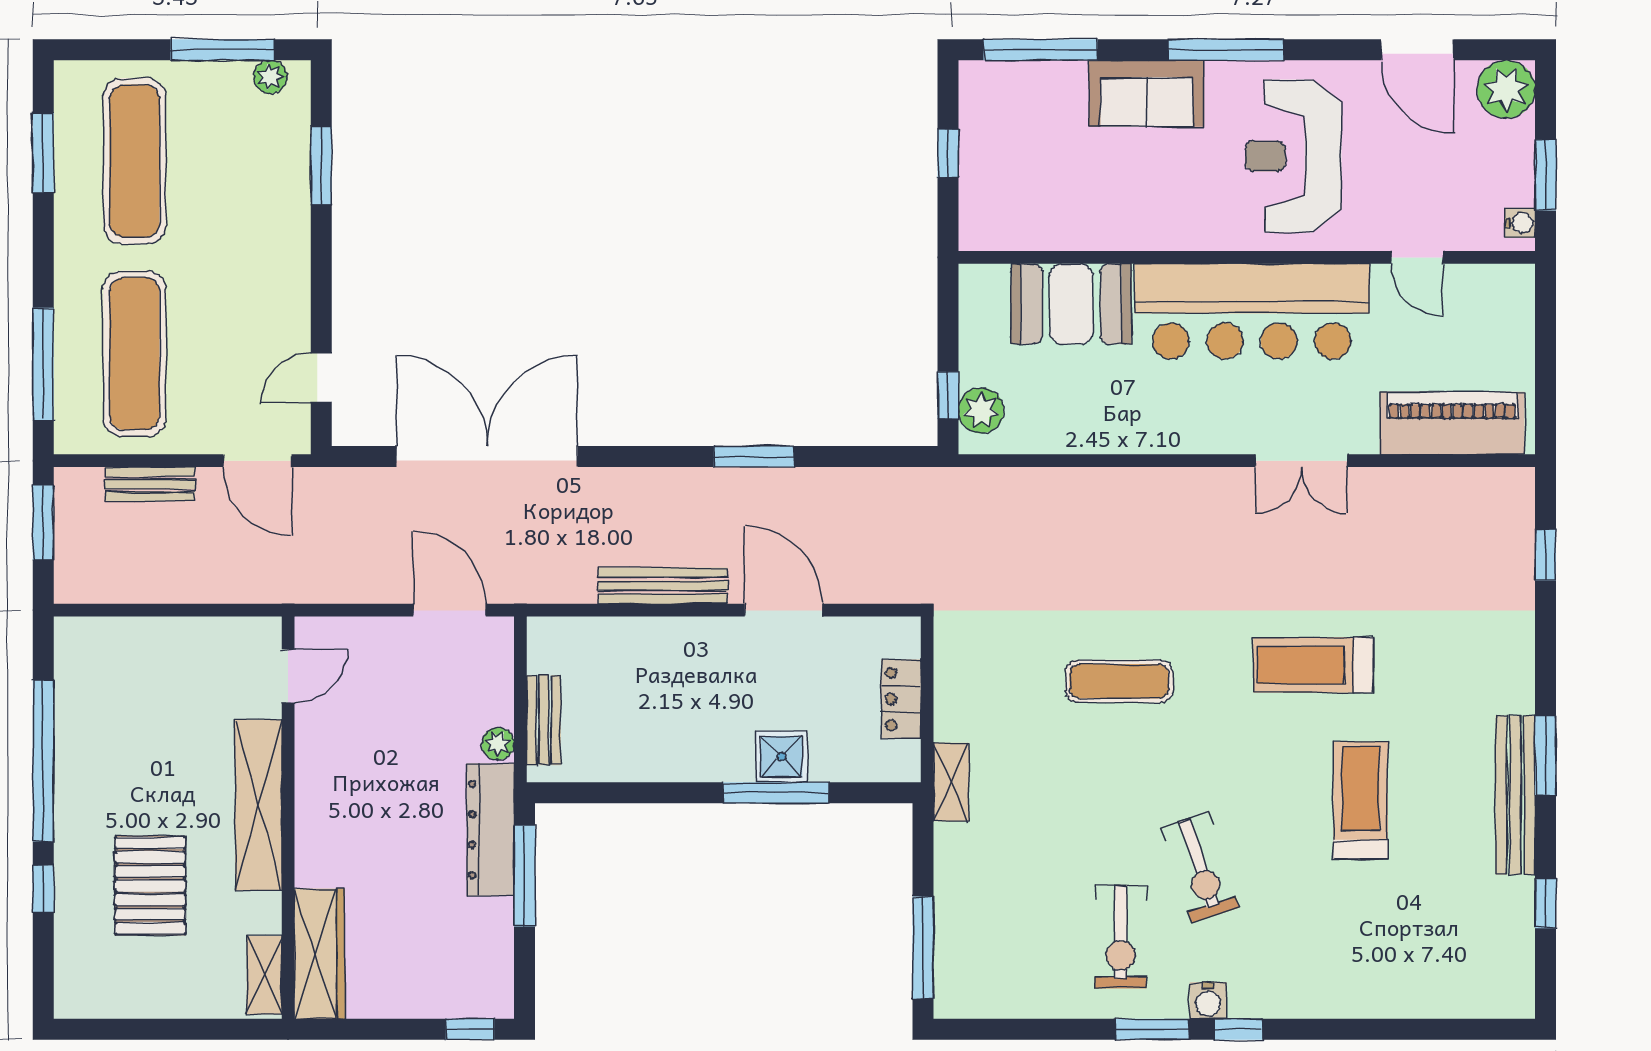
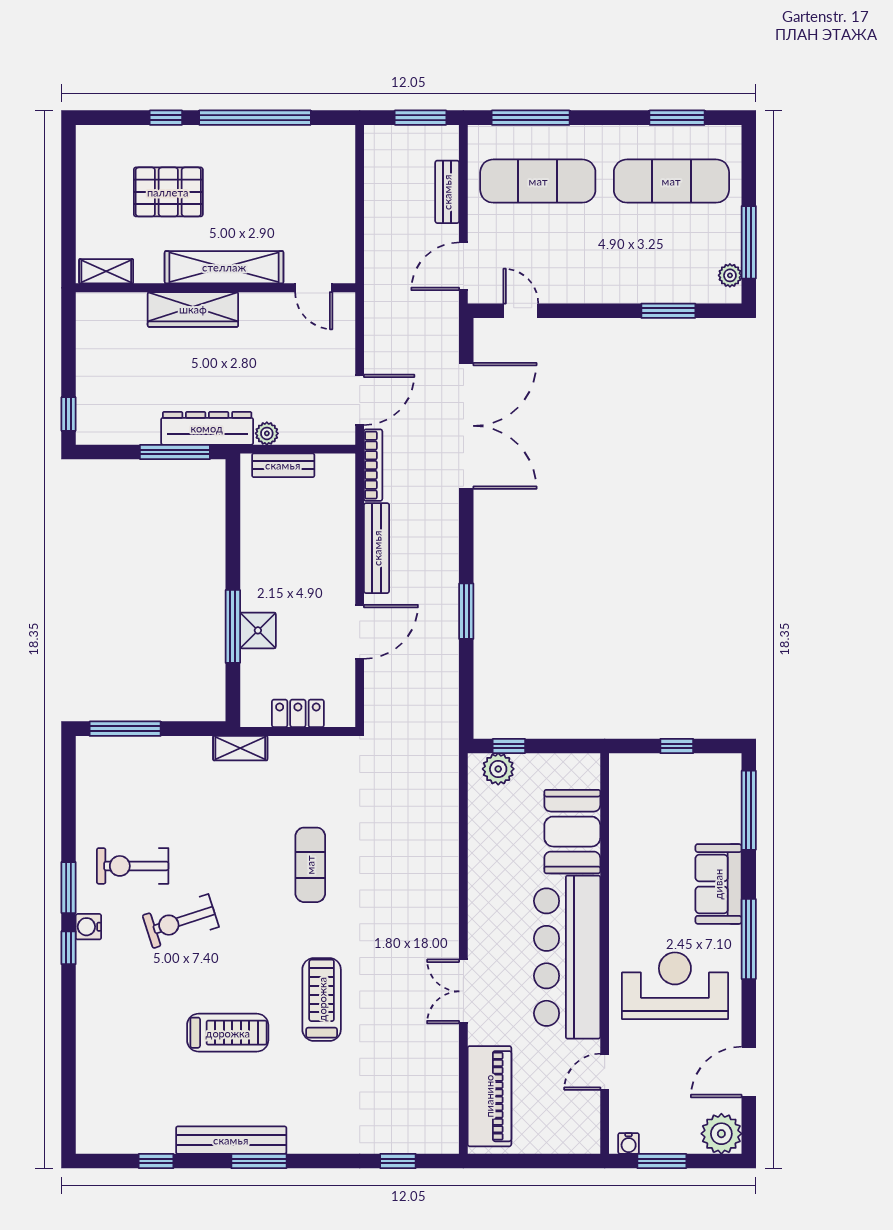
bookcase: (544, 591) -> (373, 465), added
wardrobe: (319, 954) -> (193, 309), moved

